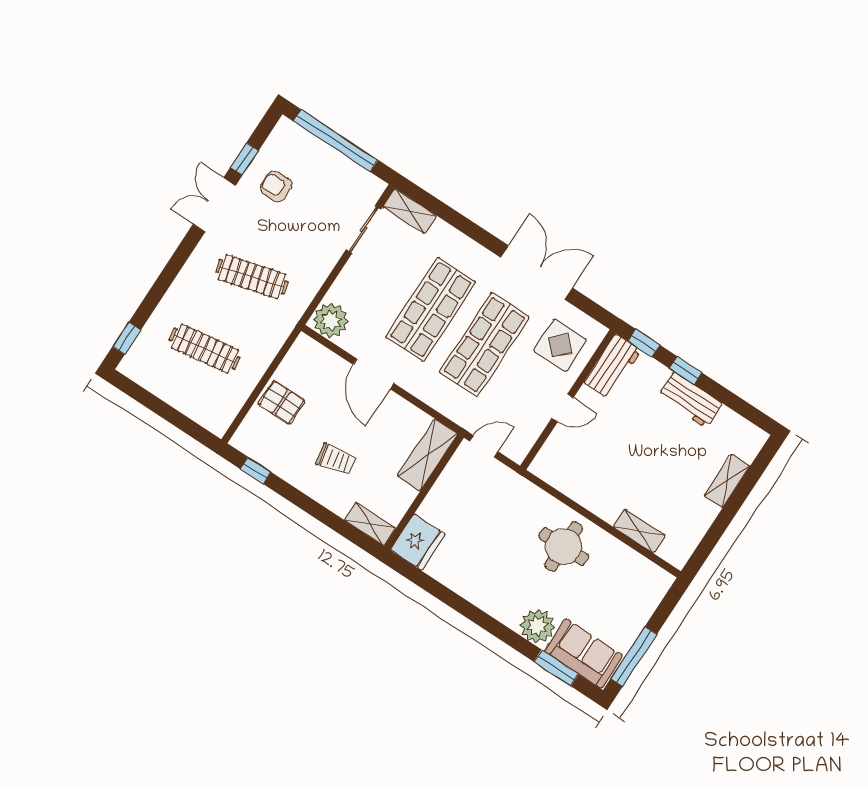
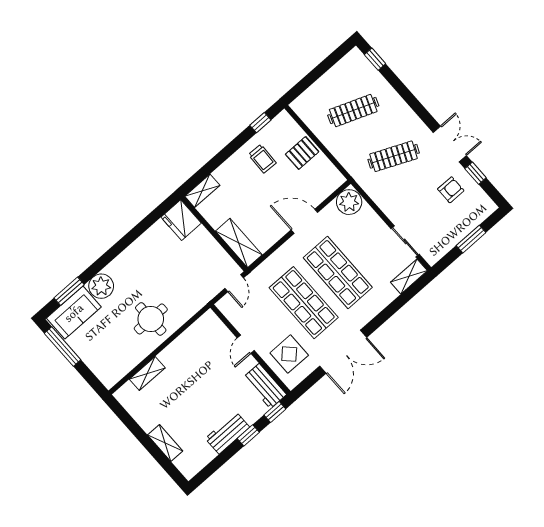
window: (336, 141) -> (471, 239), width x0.47
clothes rail: (252, 277) -> (394, 156), turned 39
clothes rail: (205, 349) -> (353, 111), turned 30
trolley: (336, 460) -> (262, 159), moved, turned -76

